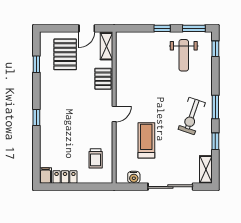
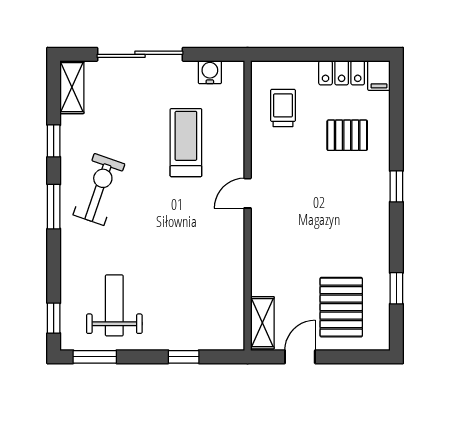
window: (162, 28) -> (184, 357), moved
pallet: (103, 79) -> (347, 135), moved, turned 90
treadmill: (146, 140) -> (186, 143), turned 180

